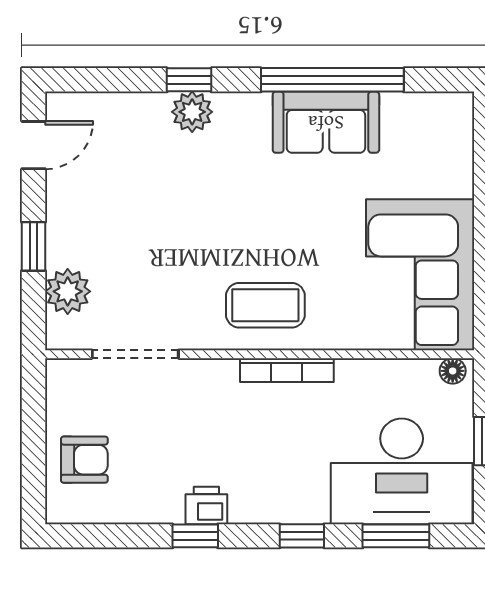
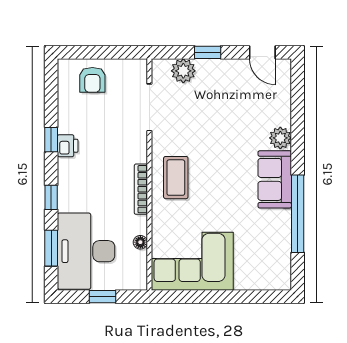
window: (189, 80) -> (298, 136), removed
sofa: (326, 122) -> (275, 179), moved
floor lamp: (453, 371) -> (140, 242), moved

